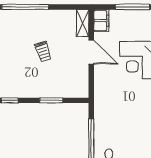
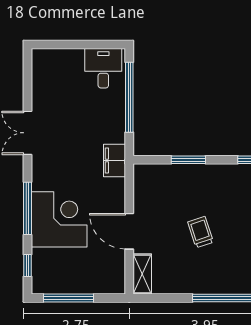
filing cabinet: (101, 21) -> (114, 160), moved

